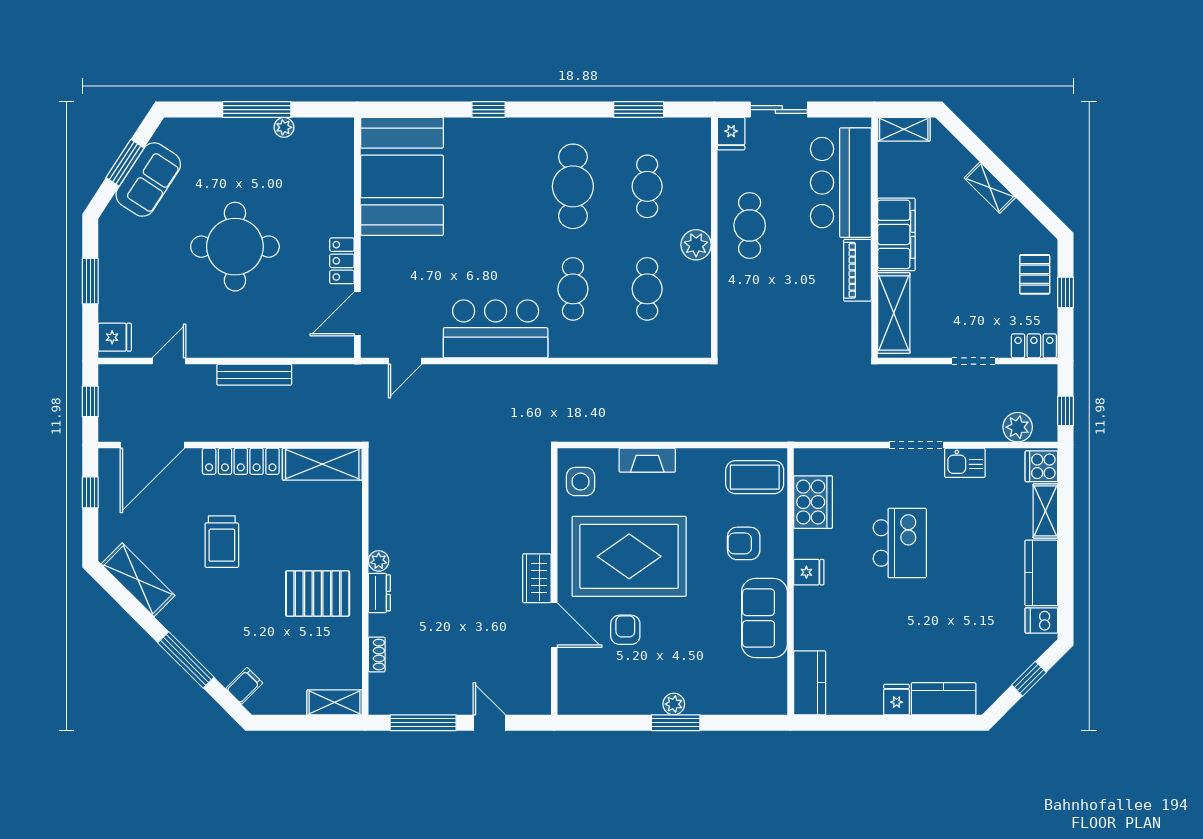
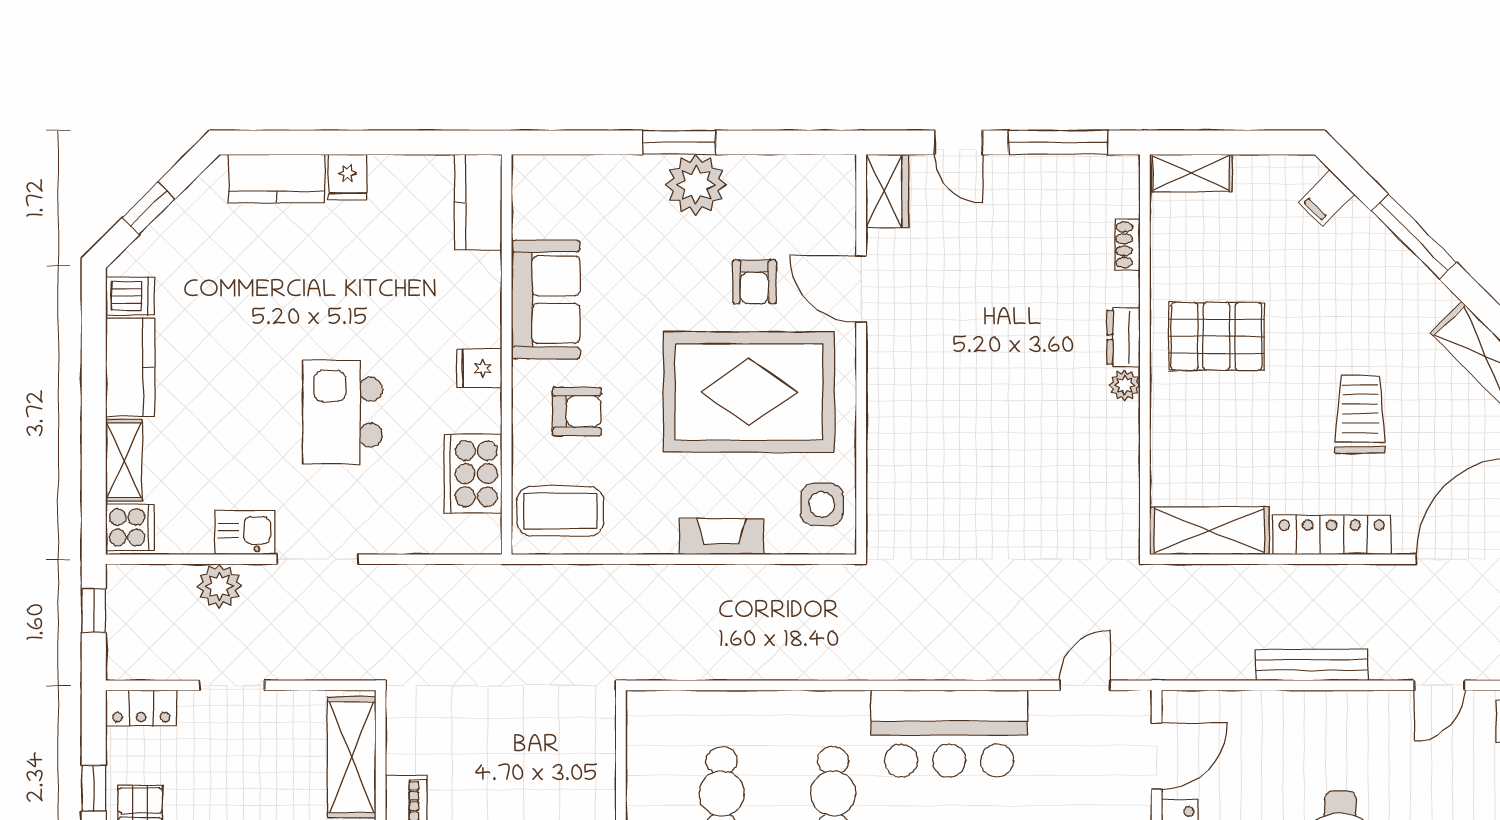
plant: (1018, 427) -> (219, 586), moved
wardrobe: (537, 578) -> (887, 191), moved
plant: (674, 704) -> (696, 185), width x1.87, depth x1.87

